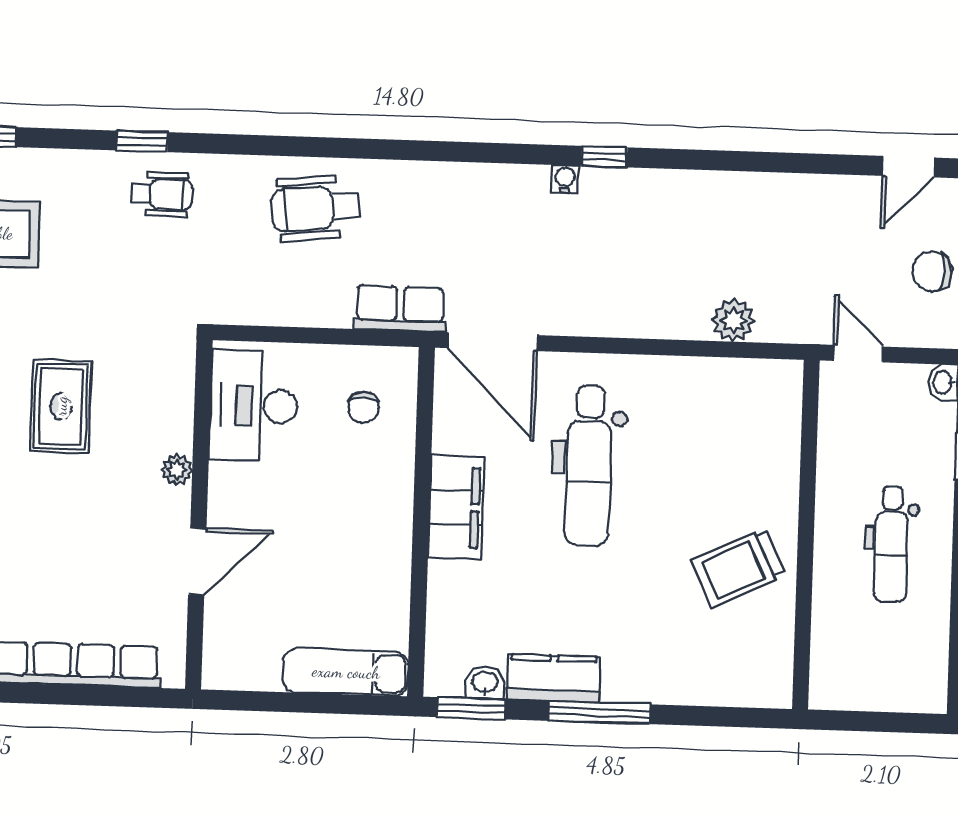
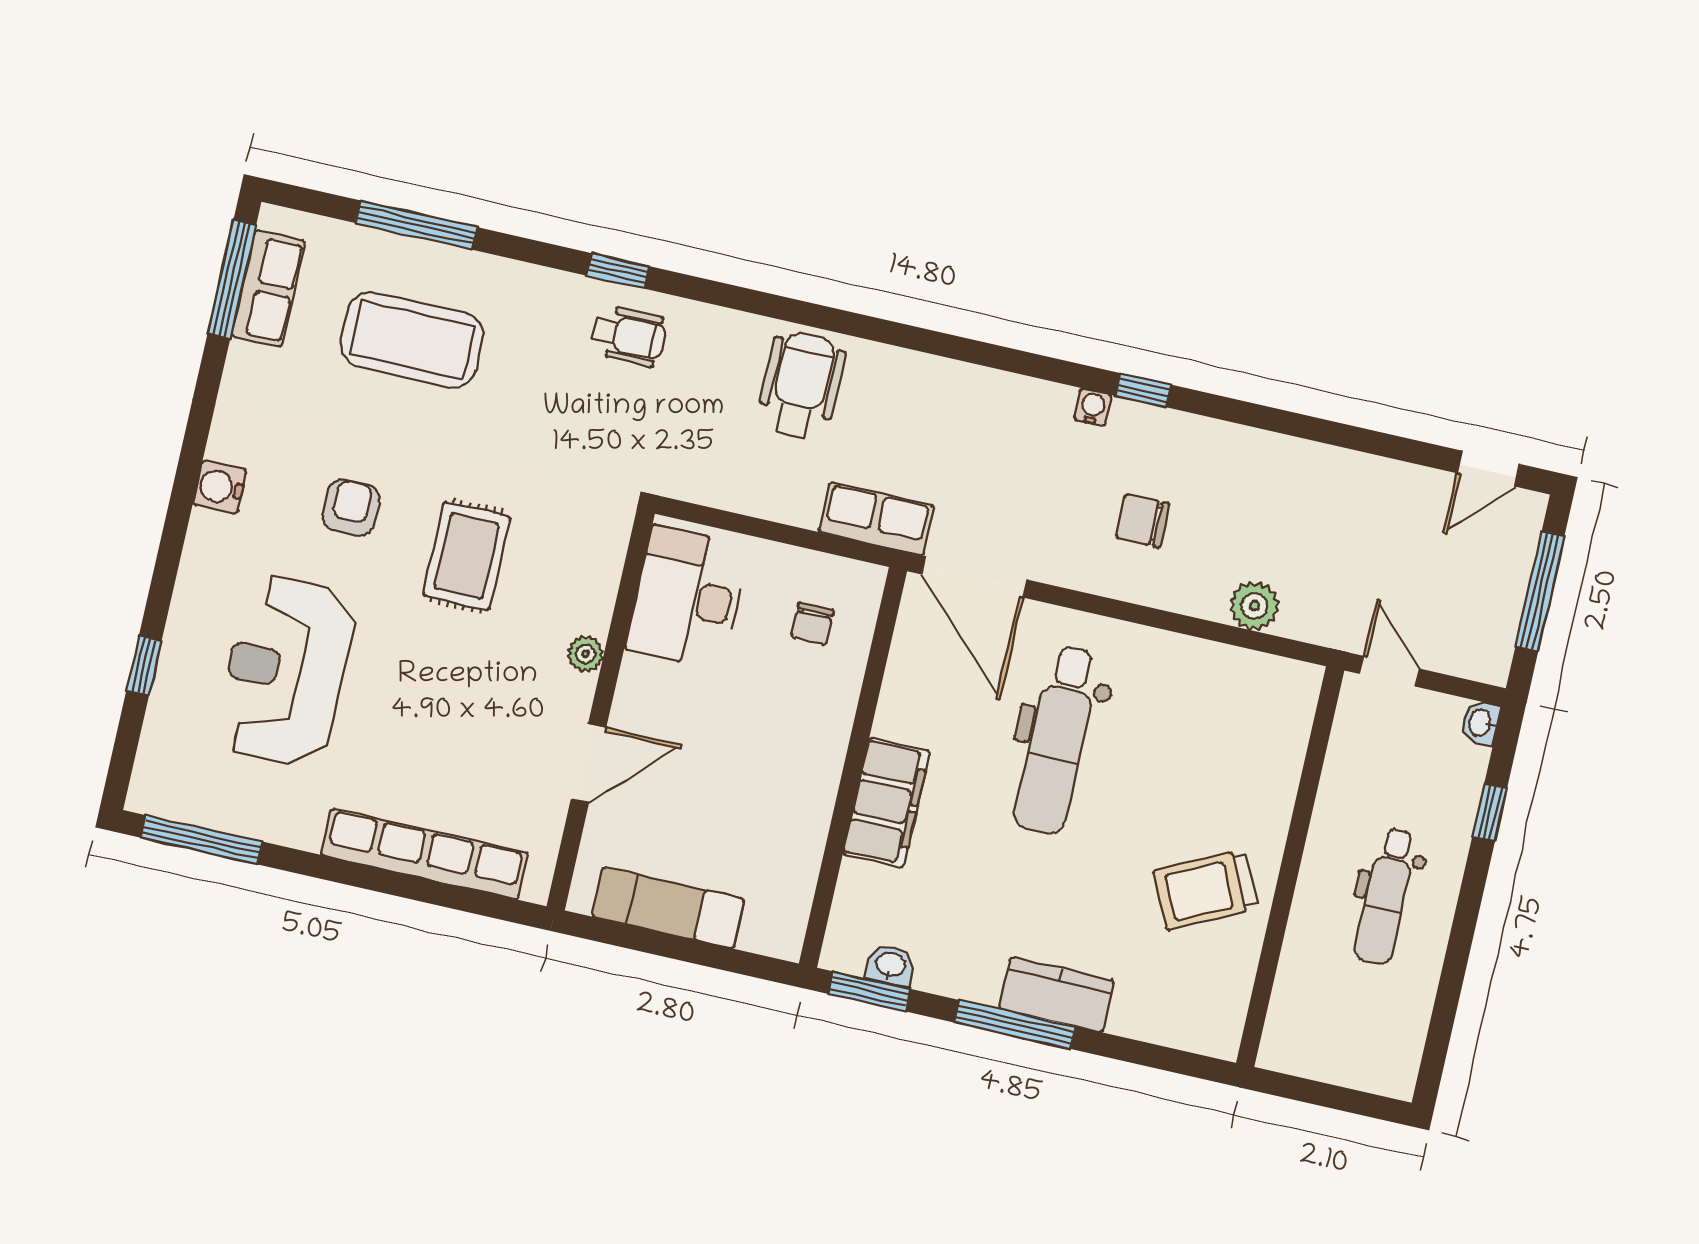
wheelchair: (315, 208) -> (801, 386), turned 96
chair: (932, 271) -> (1143, 521), moved
filing cabinet: (456, 507) -> (886, 803), moved
exam couch: (346, 672) -> (668, 908), moved
kitchen counter: (554, 678) -> (1057, 995), moved

